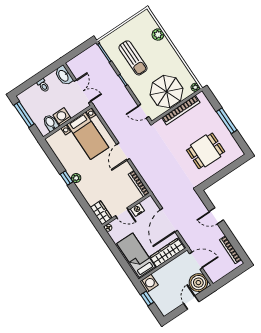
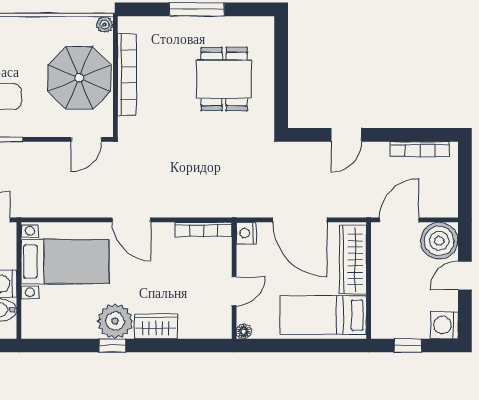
plant: (76, 178) -> (115, 321), width x1.87, depth x1.87
nightstand: (137, 210) -> (246, 233), moved
wardrobe: (101, 213) -> (156, 326), moved
washing machine: (149, 283) -> (445, 325), moved, turned -90
door: (191, 303) -> (465, 276), hinge flipped

